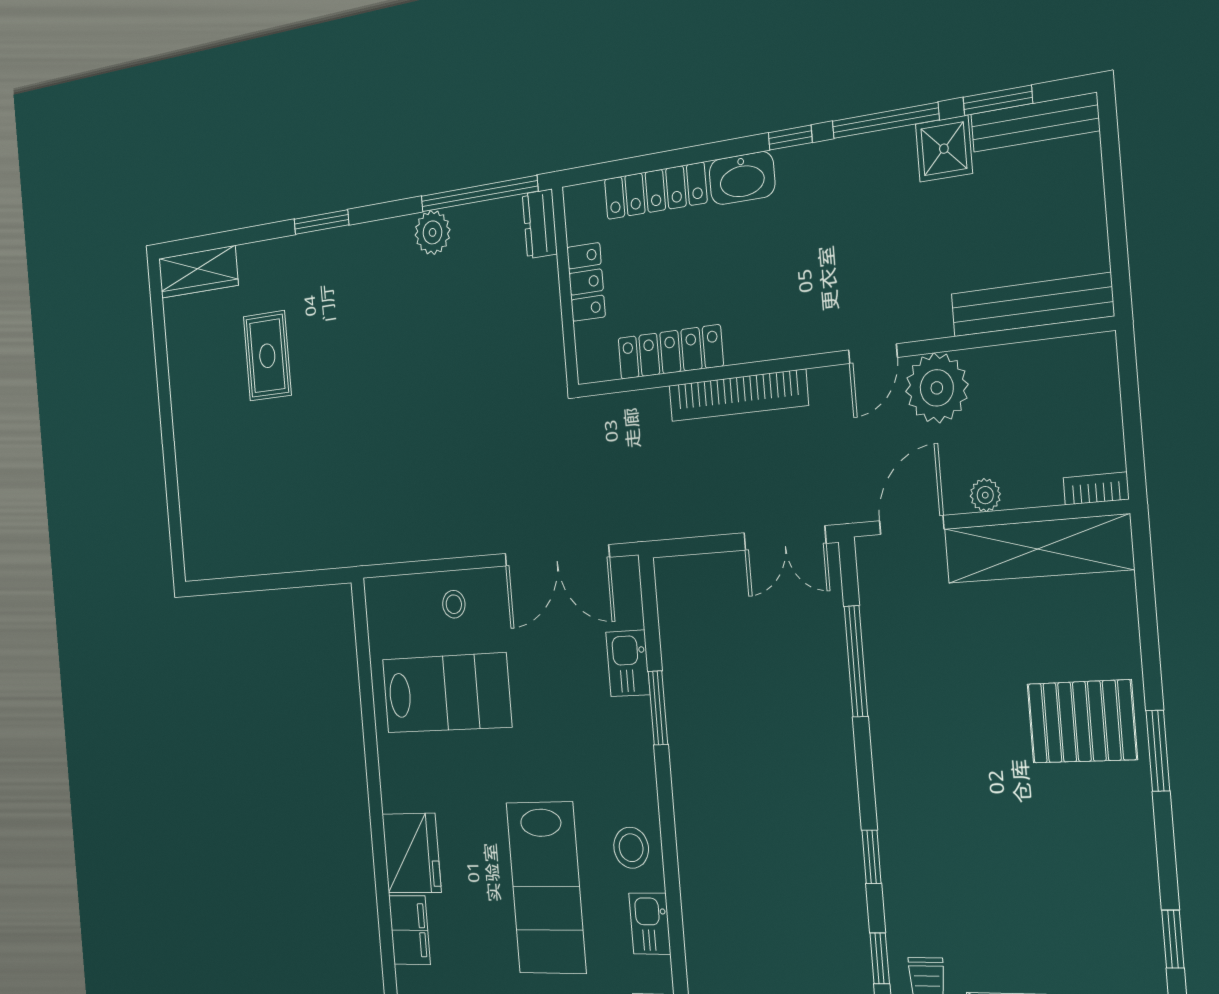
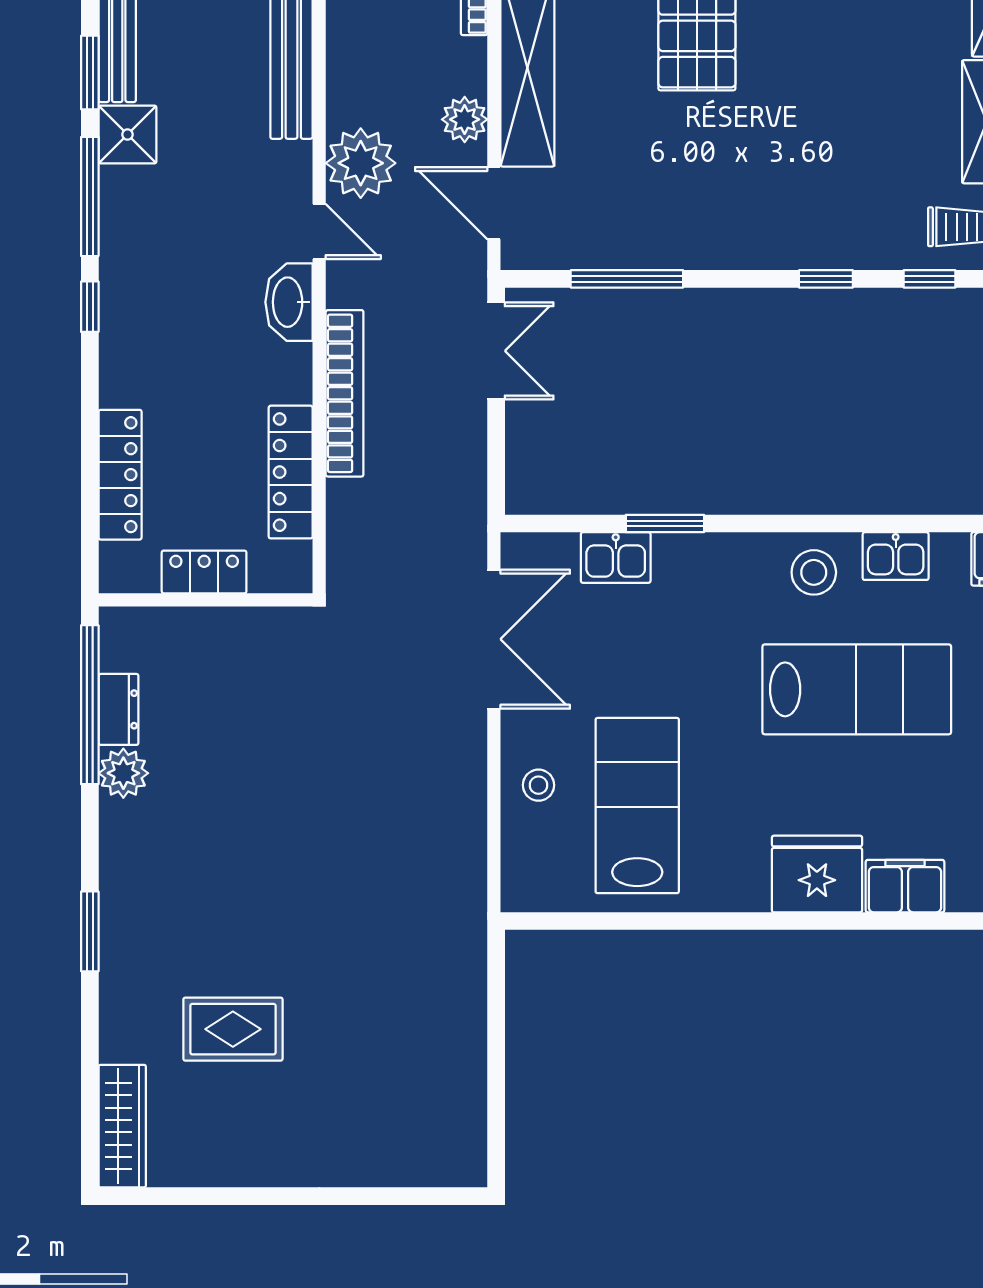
washbasin: (742, 178) -> (289, 302), moved, turned 180
dresser: (540, 224) -> (119, 709), moved, turned -90
plant: (985, 495) -> (465, 119), width x1.38, depth x1.38

